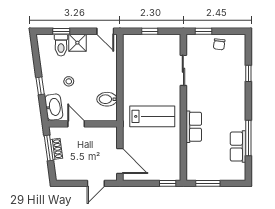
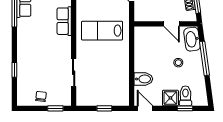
window: (40, 86) -> (204, 58), width x2.17
bidet: (107, 99) -> (143, 79), moved

